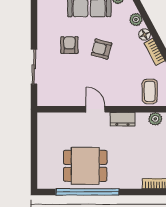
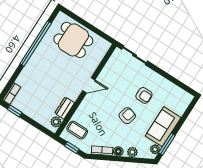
sliding door: (34, 67) -> (135, 55), moved
dresser: (122, 119) -> (65, 108), moved
dining table: (85, 166) -> (73, 40), moved, turned 90

